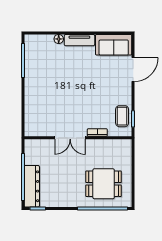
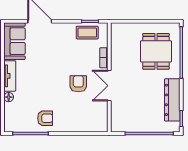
armchair: (38, 75) -> (45, 118), added
armchair: (72, 107) -> (78, 84), added
double door: (70, 138) -> (109, 86), swing flipped
dresser: (32, 186) -> (172, 100), moved, turned -90

